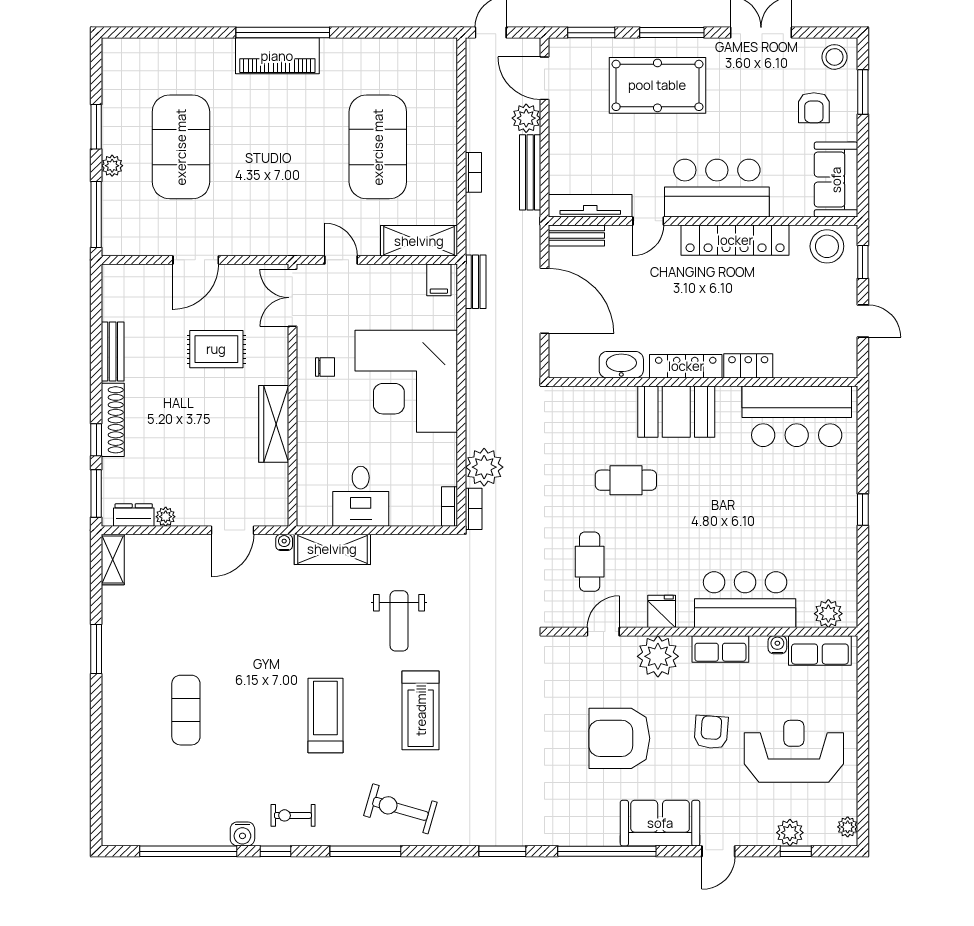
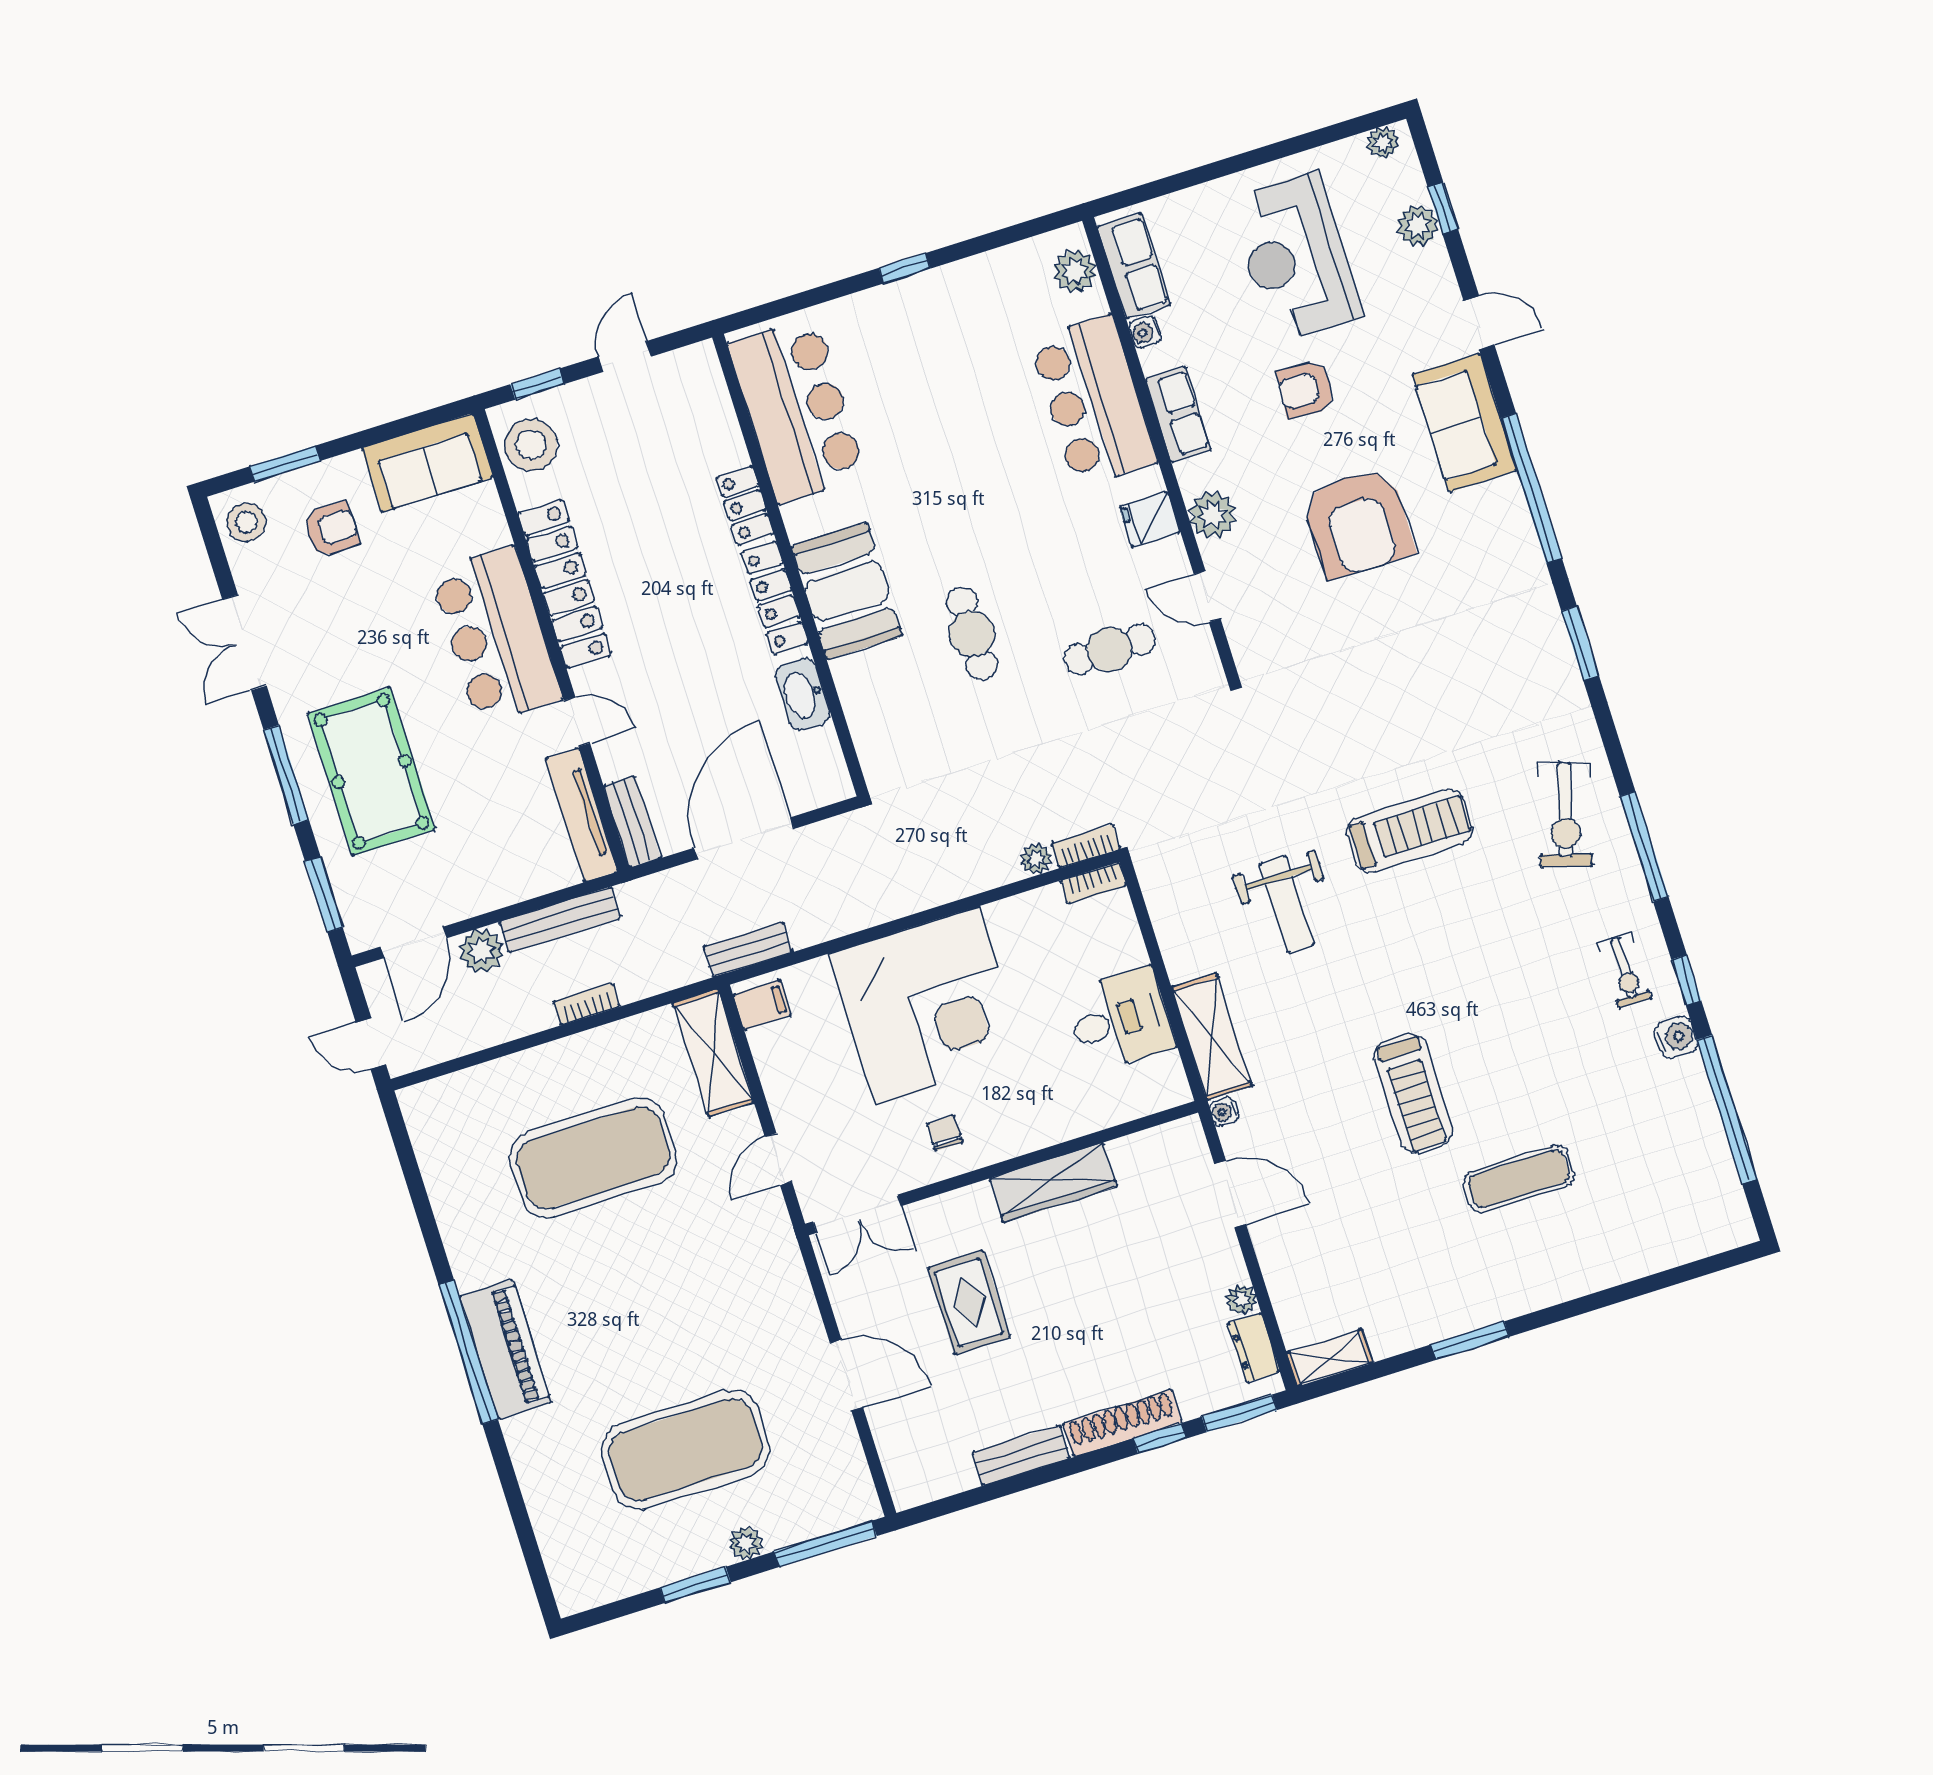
plant: (484, 467) -> (1036, 859), width x0.53, depth x0.53
weight bench: (399, 621) -> (1287, 904), turned 90
plant: (658, 656) -> (1213, 515), width x0.73, depth x0.73
treadmill: (325, 715) -> (1413, 1093), moved, turned -90

